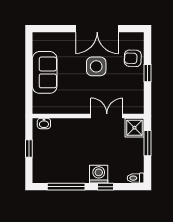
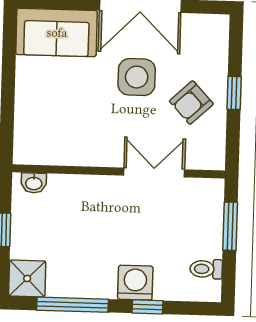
armchair: (133, 58) -> (191, 103), moved, turned -45
sofa: (45, 72) -> (57, 33), moved, turned 90
shower: (134, 128) -> (27, 278), moved
toilet: (136, 178) -> (206, 269), moved

